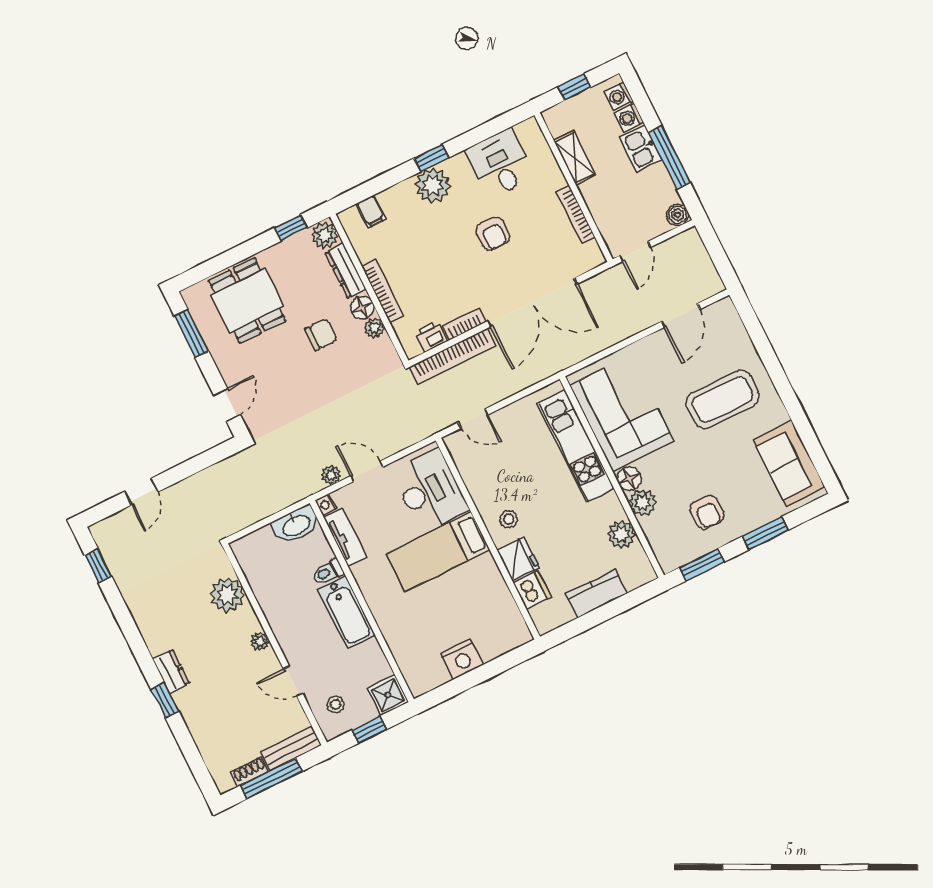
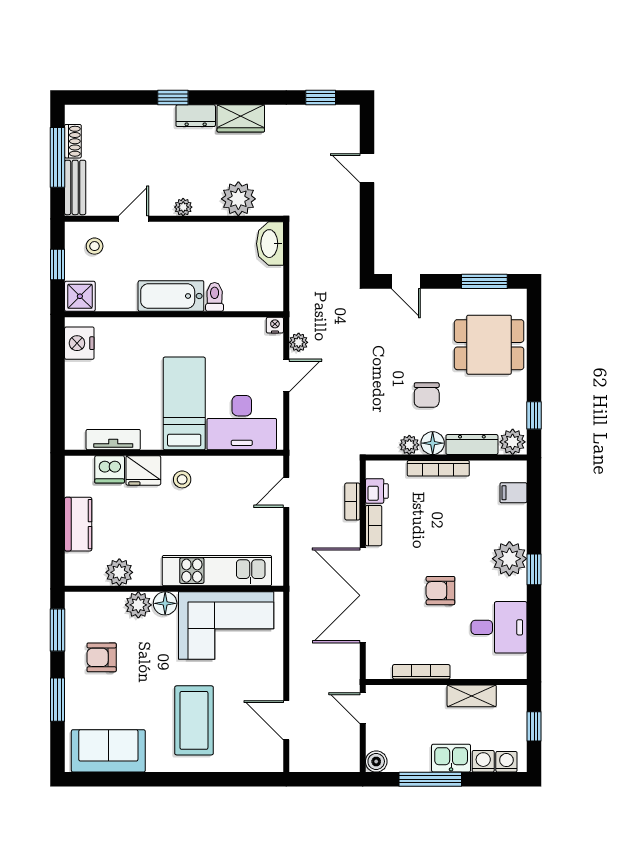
bookcase: (453, 356) -> (352, 501), width x0.43, depth x0.76
washbasin: (296, 525) -> (270, 244), moved
tv unit: (345, 537) -> (113, 440), moved, turned 180
wardrobe: (153, 629) -> (241, 118), added
nightstand: (462, 659) -> (79, 343), moved

